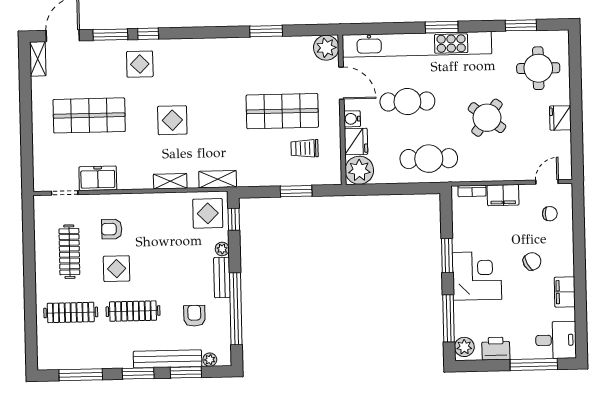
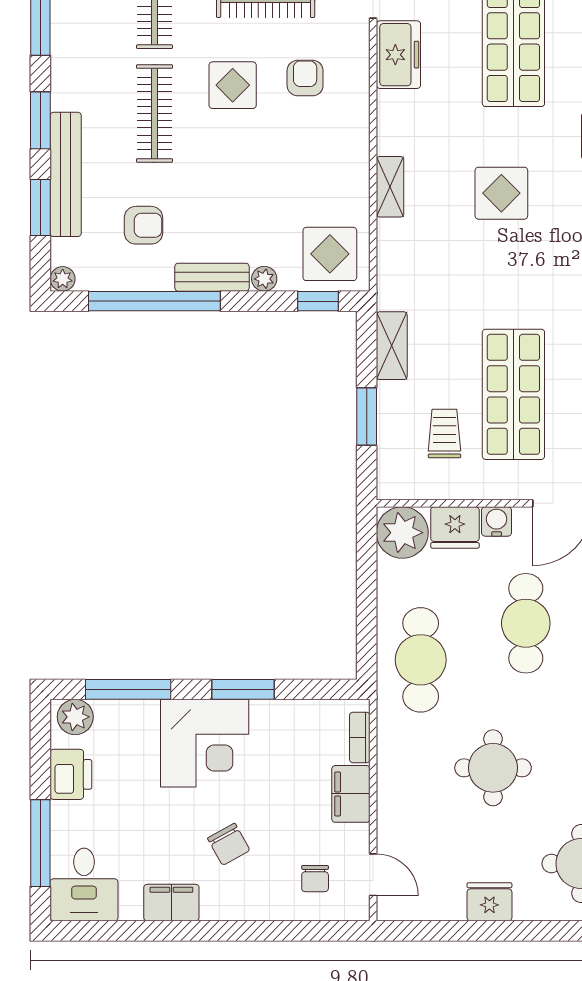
round table: (487, 118) -> (493, 768), turned -37
shelving: (218, 179) -> (392, 346), moved
plant: (210, 360) -> (63, 279), moved

